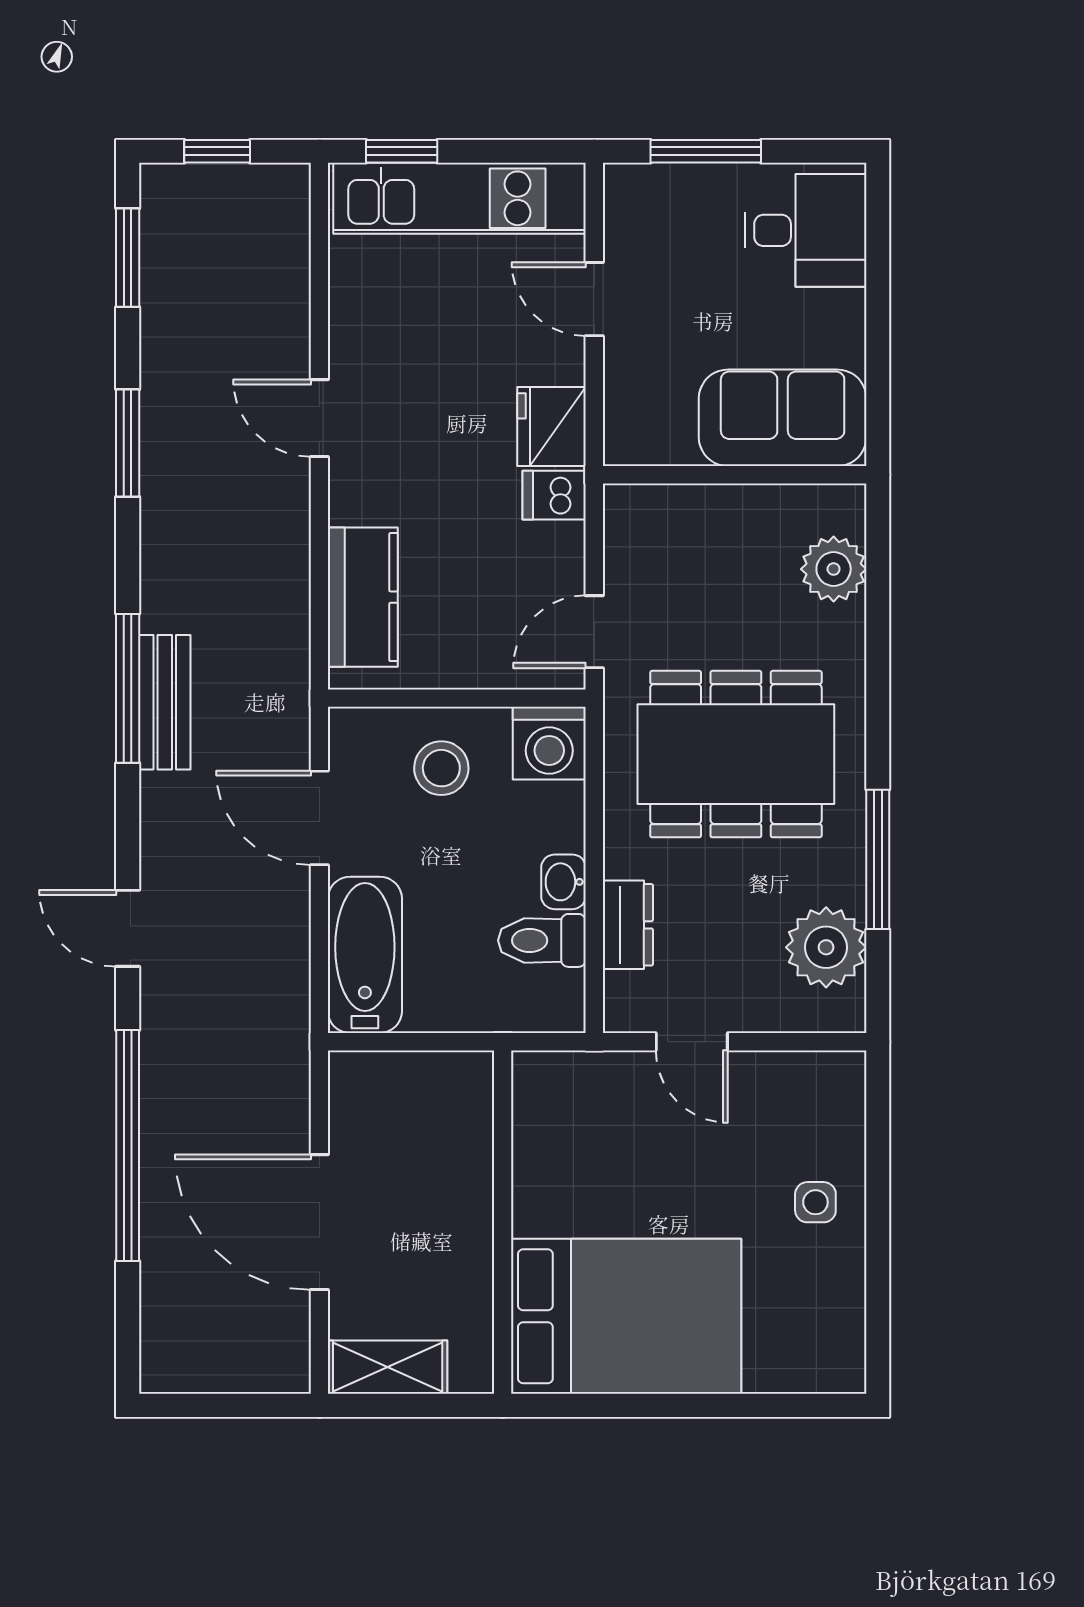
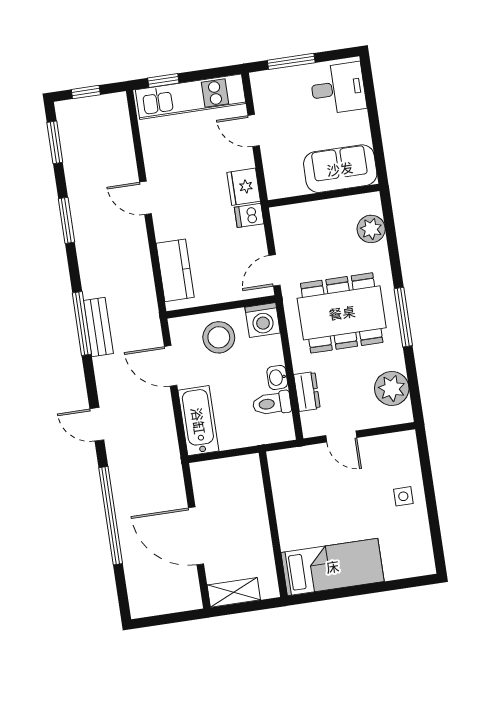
stool: (441, 768) -> (219, 337), width x1.38, depth x1.38
window: (878, 859) -> (403, 317), moved
bed: (626, 1316) -> (333, 567), width x0.67

